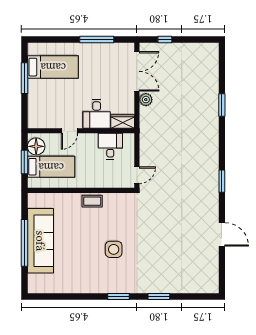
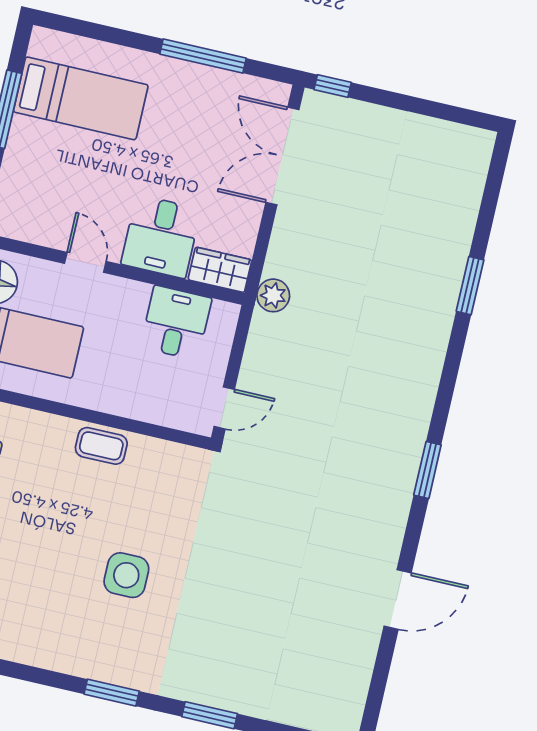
window: (165, 39) -> (333, 86), moved
double door: (137, 71) -> (282, 156), swing flipped
plant: (146, 100) -> (273, 295), moved
door: (69, 131) -> (85, 262), swing flipped
door: (222, 234) -> (398, 599), hinge flipped

